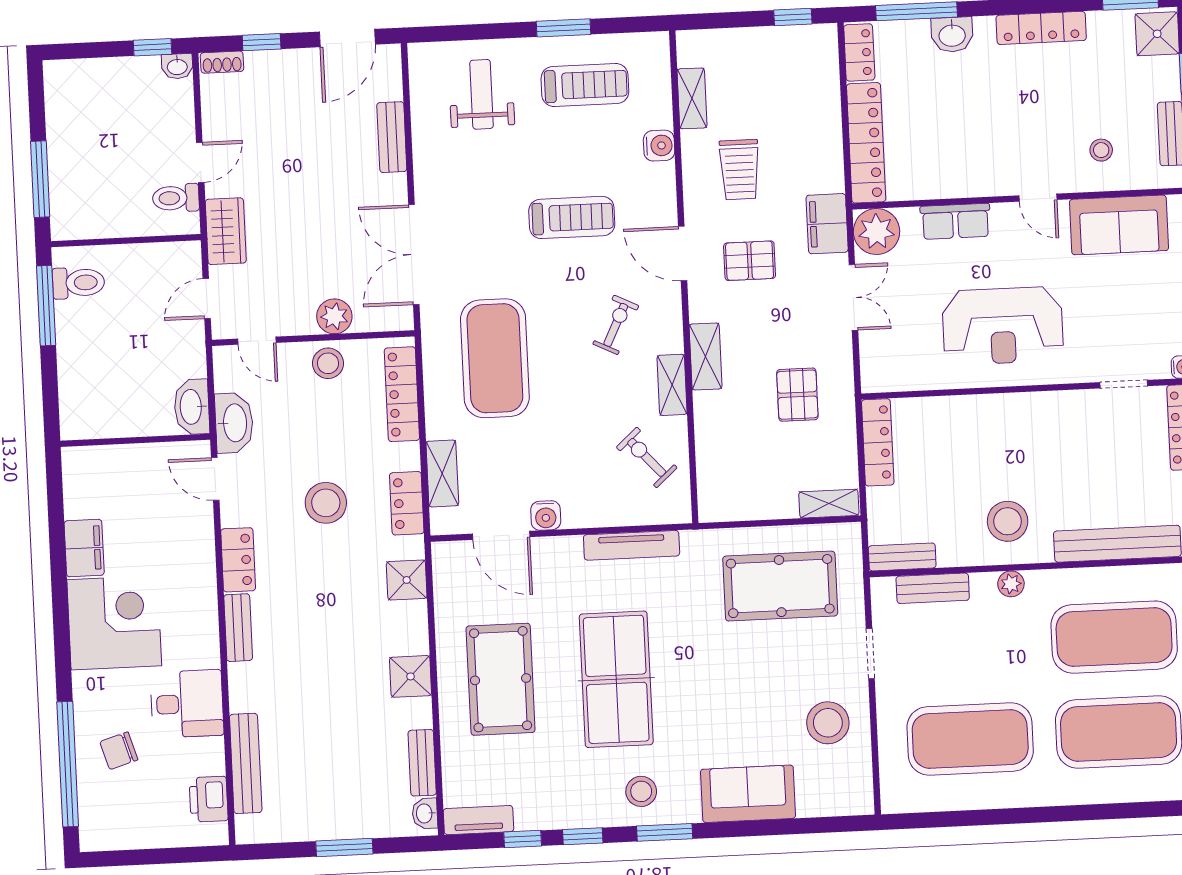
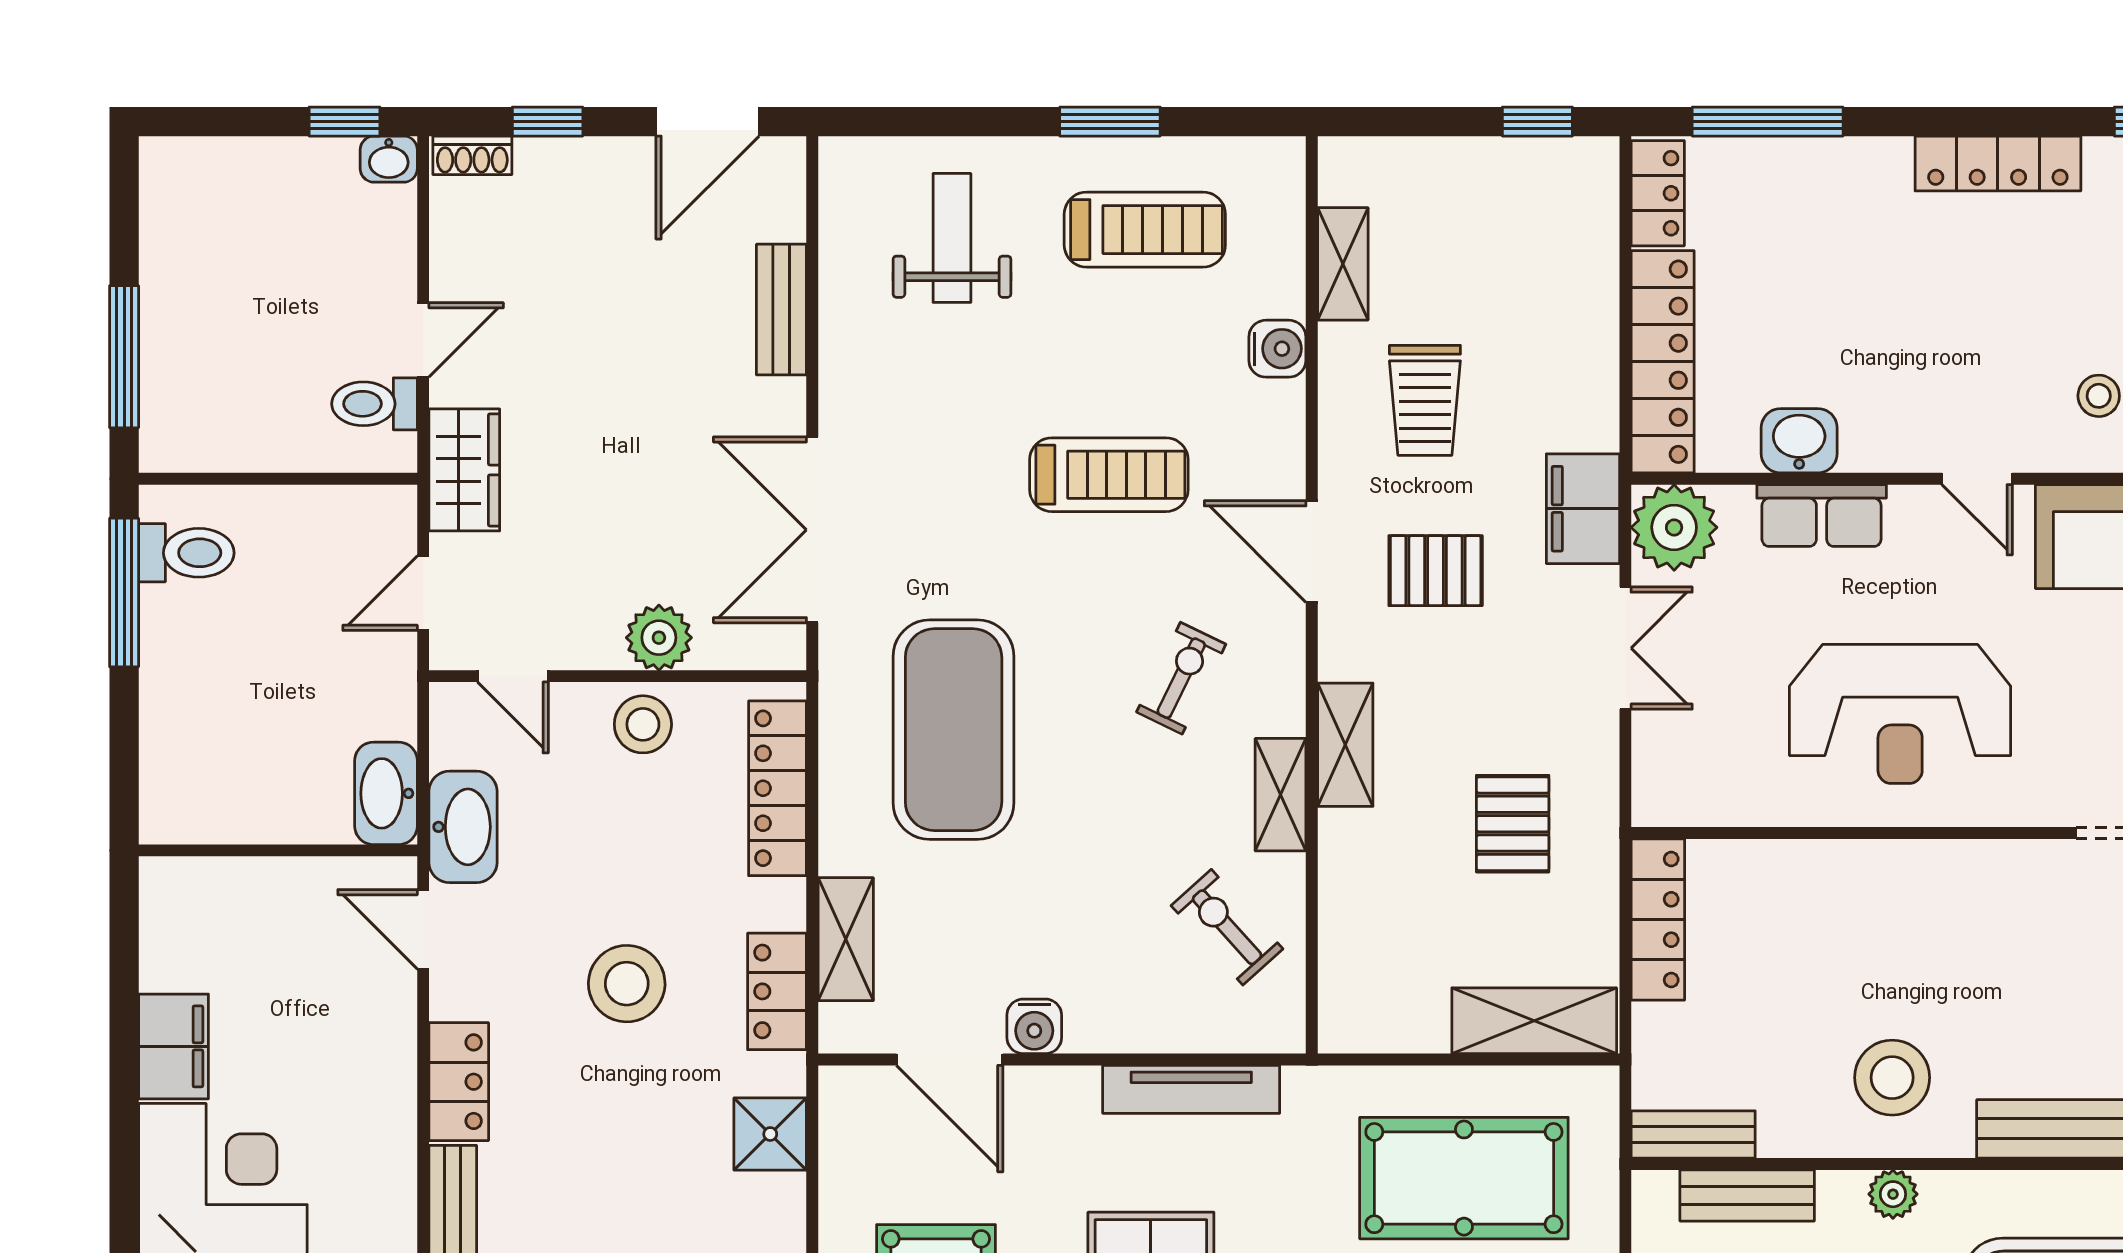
washbasin: (952, 35) -> (1799, 441), moved, turned 180
shelving: (829, 504) -> (1534, 1021), width x1.50, depth x1.33

